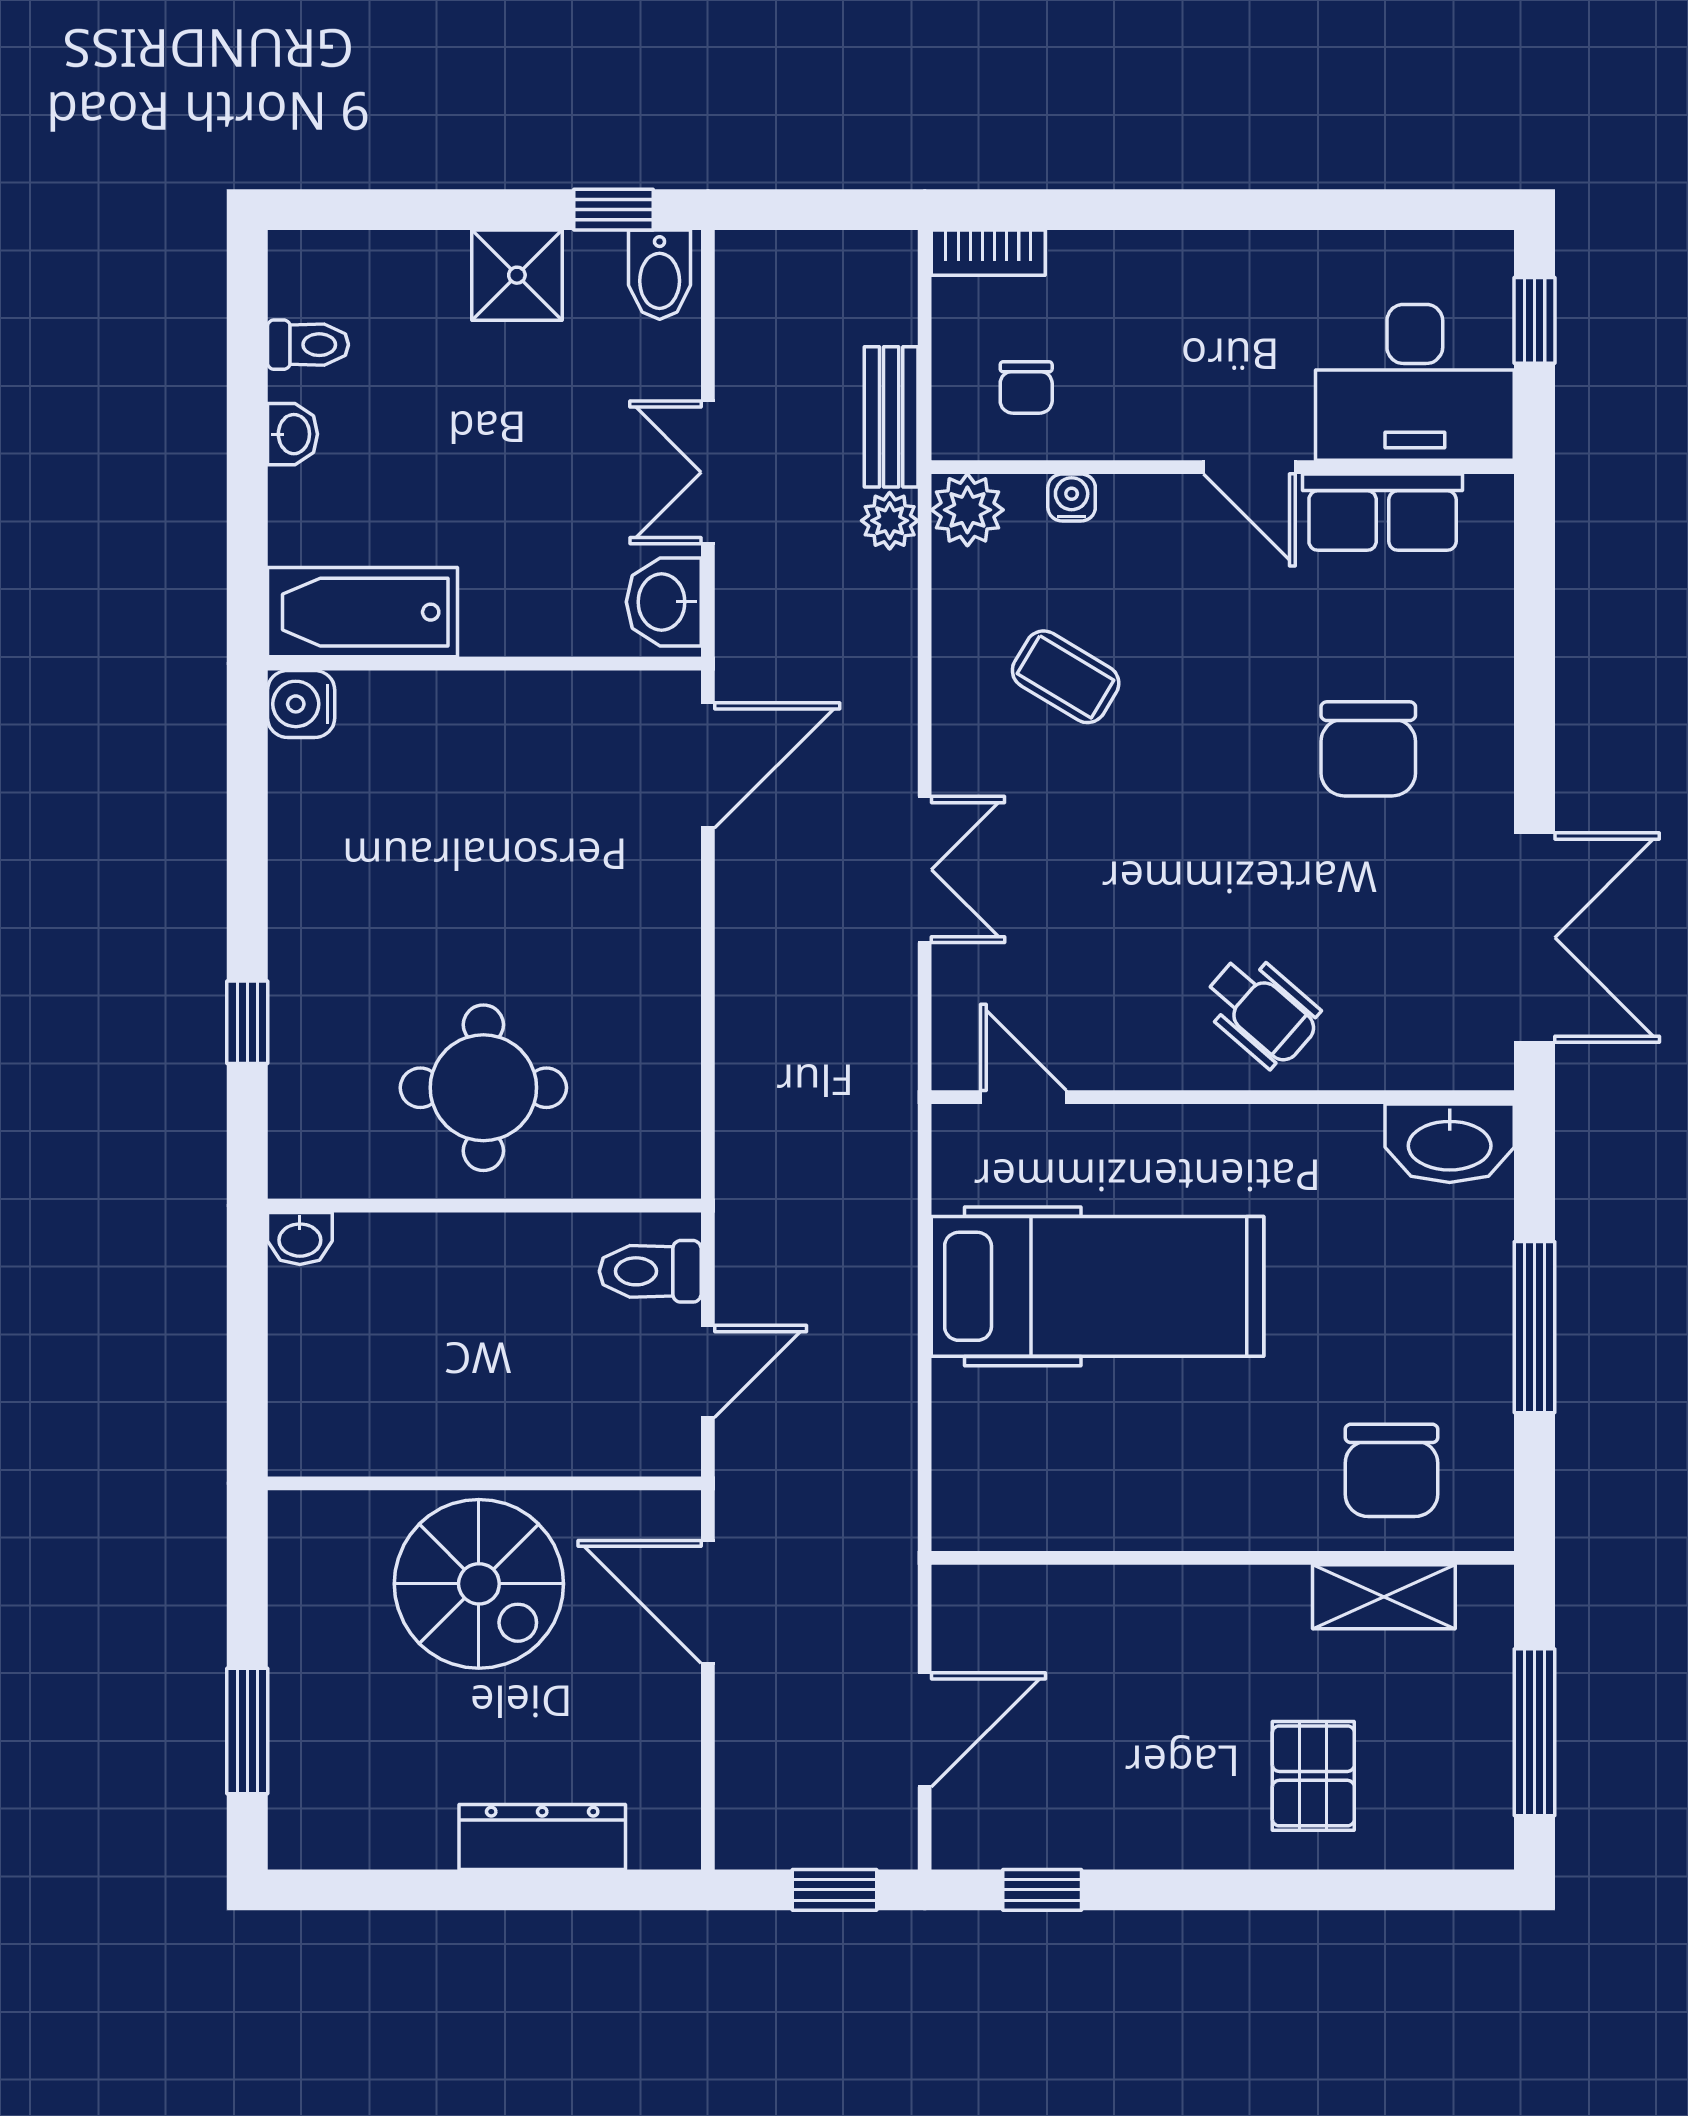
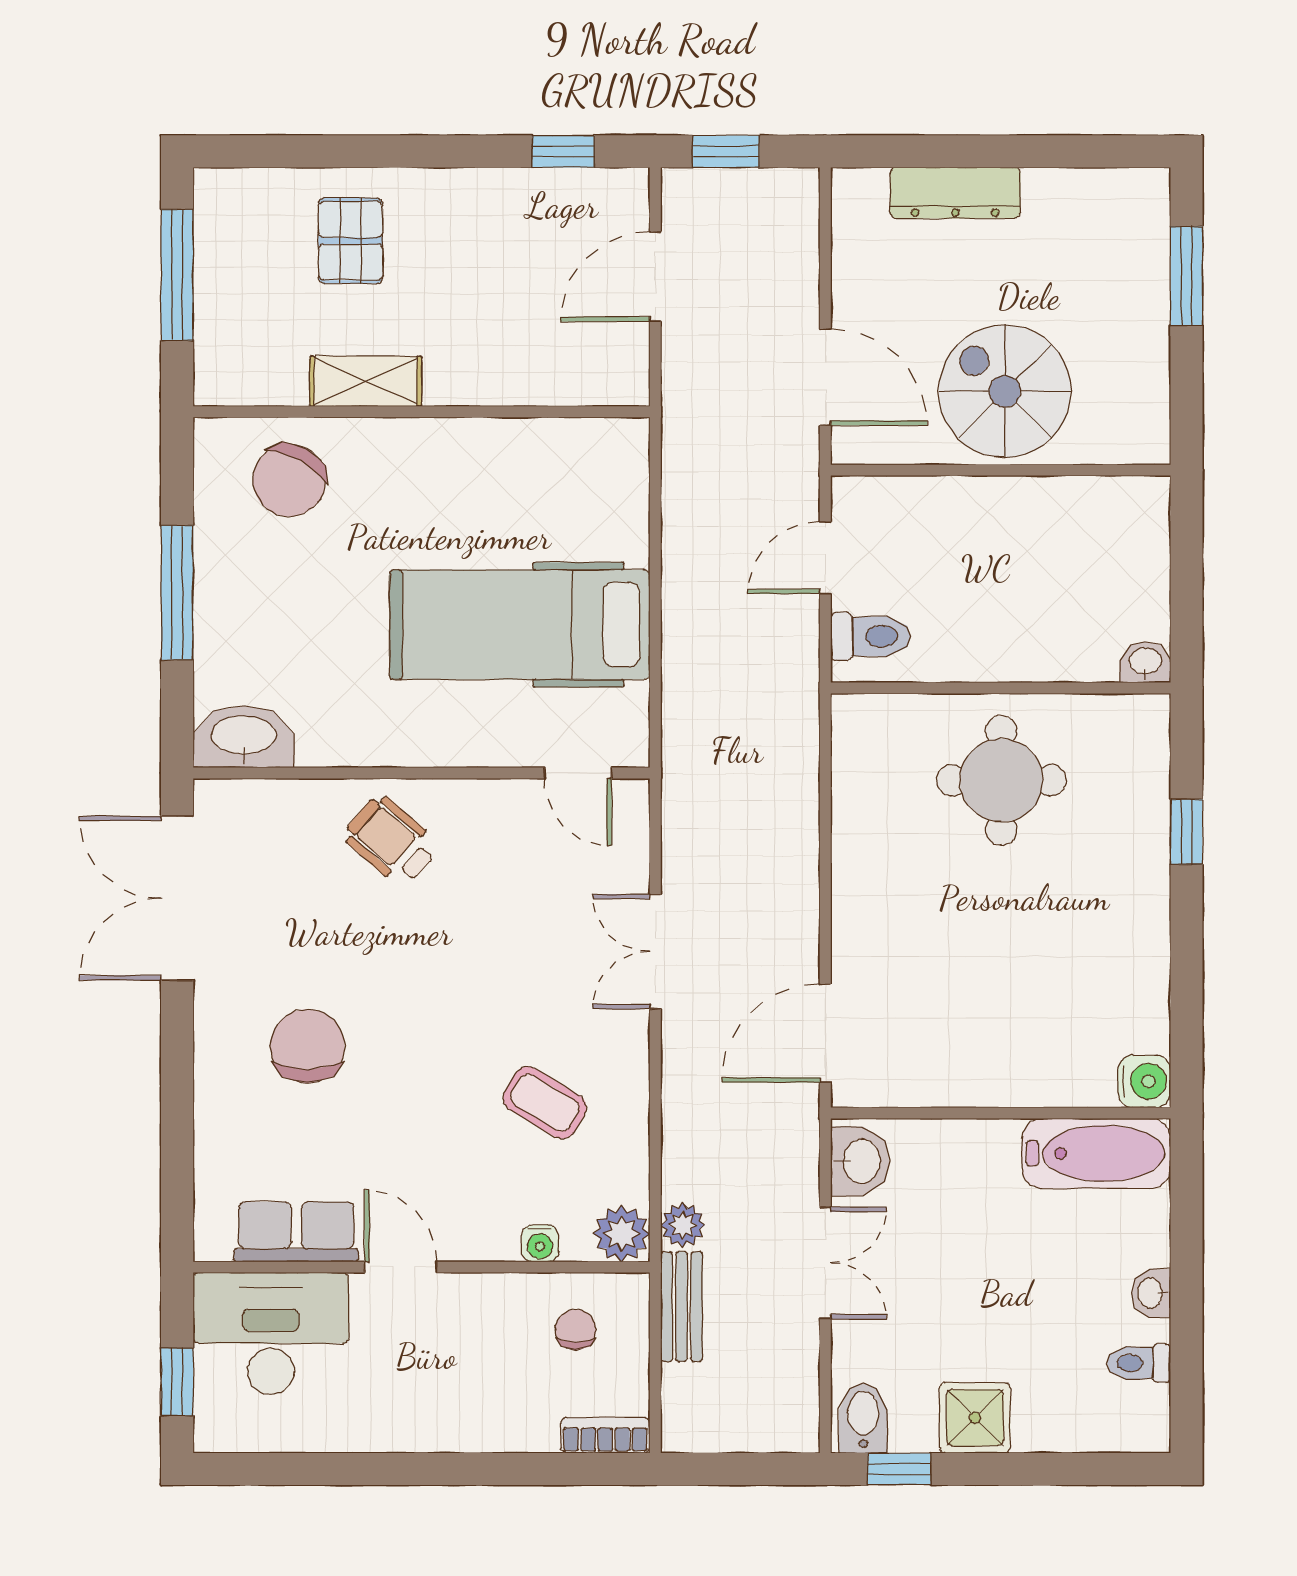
chair: (1391, 1470) -> (289, 480), turned -151
shelving: (1384, 1597) -> (366, 381), moved

